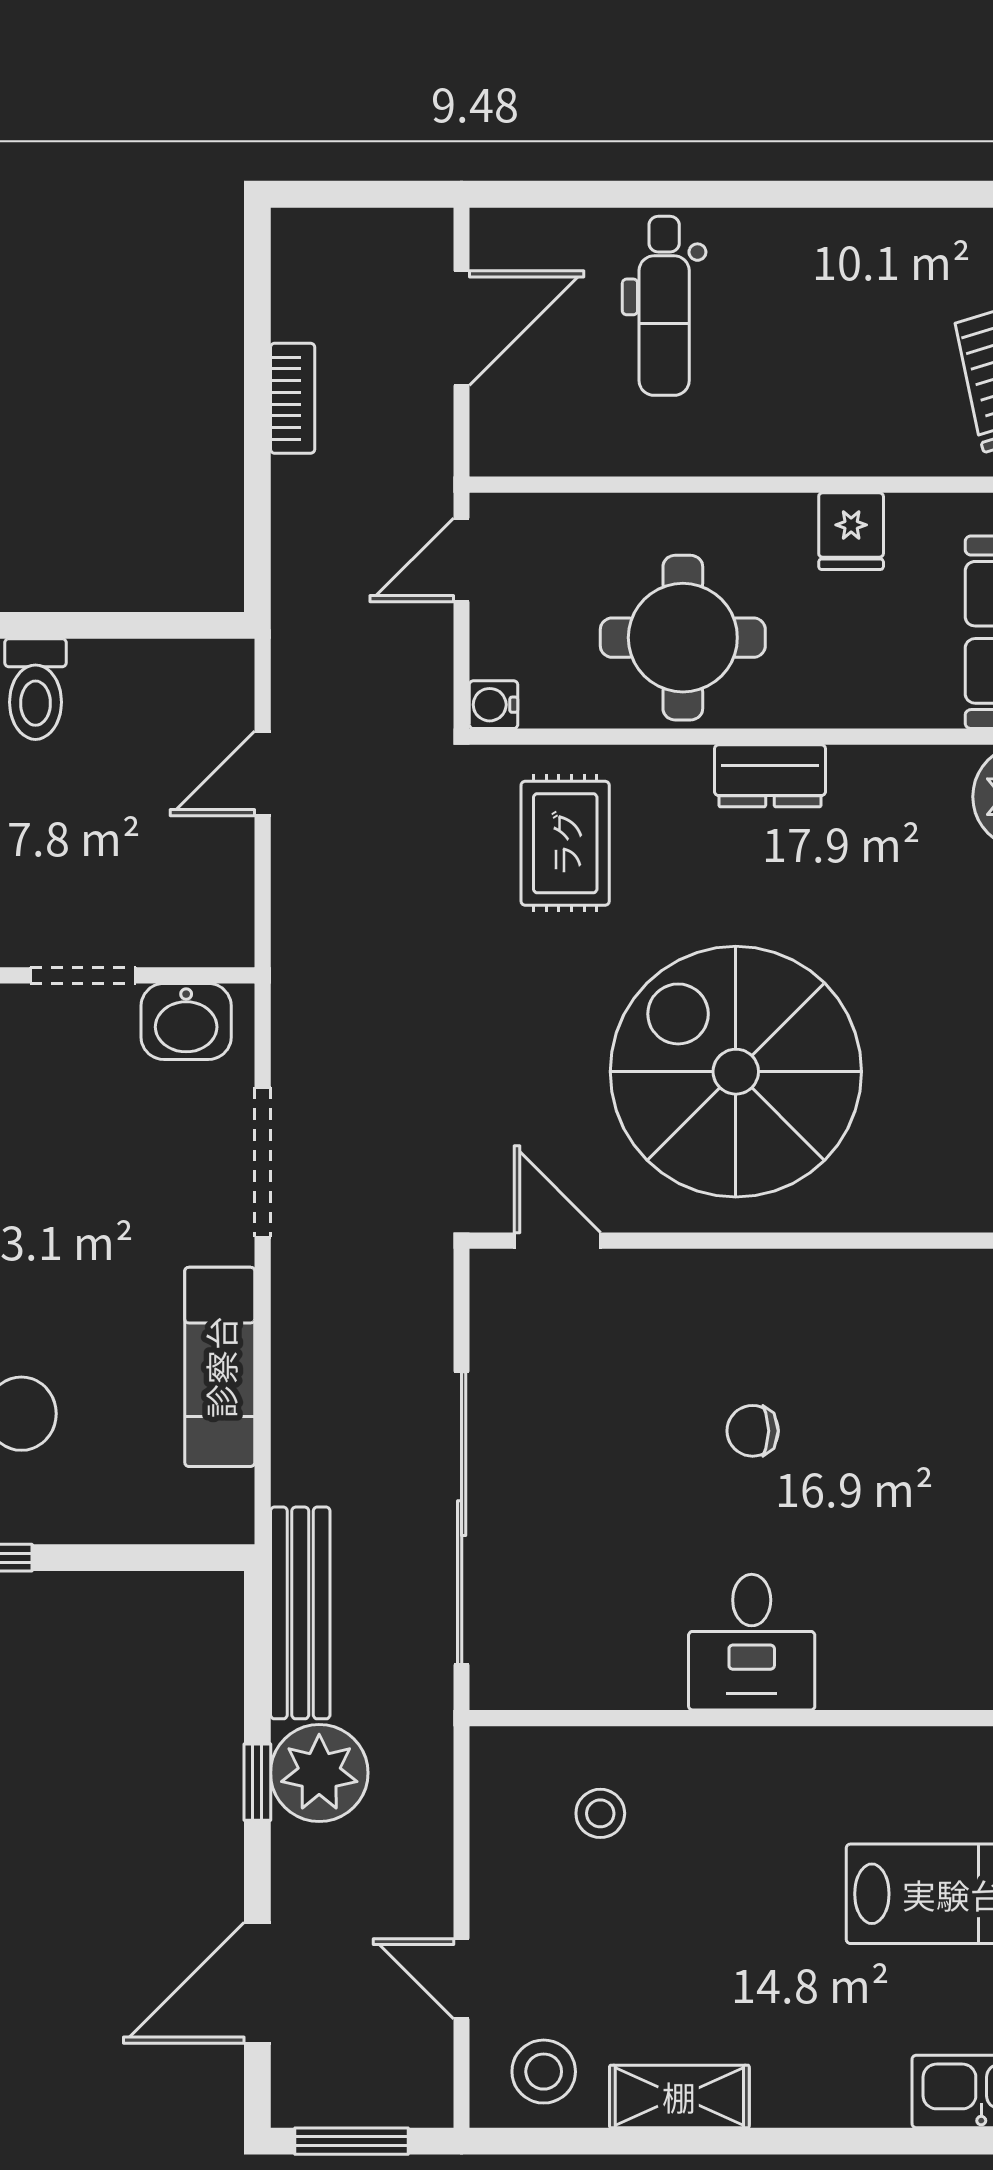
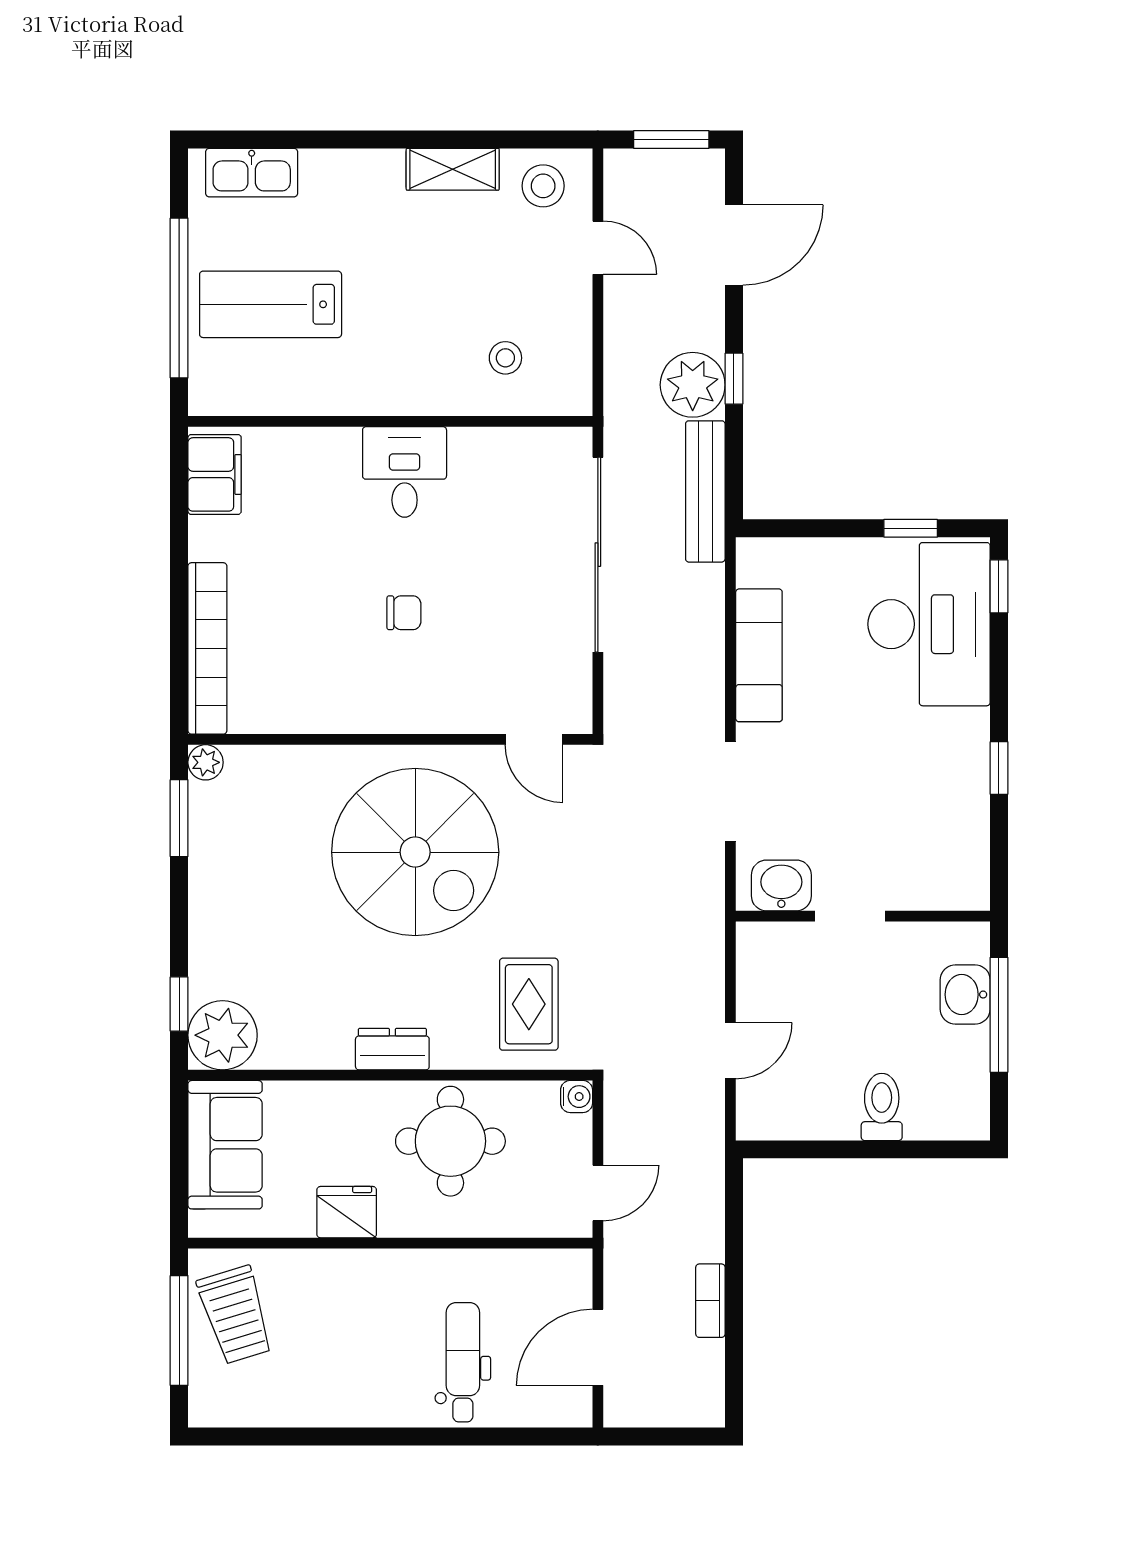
fridge: (851, 531) -> (347, 1212), width x1.38

